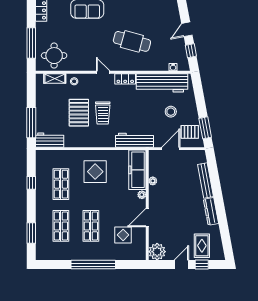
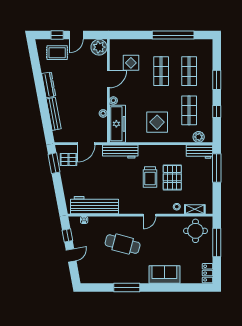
door: (103, 72) -> (150, 215), hinge flipped
locker: (125, 79) -> (129, 209), removed
stool: (171, 112) -> (86, 178), removed
trolley: (103, 113) -> (150, 177), turned 180
plant: (51, 156) -> (199, 137), added
window: (31, 233) -> (217, 80), moved
rug: (202, 246) -> (57, 53), turned 90
window: (93, 265) -> (173, 35), moved

